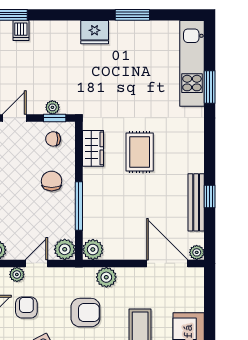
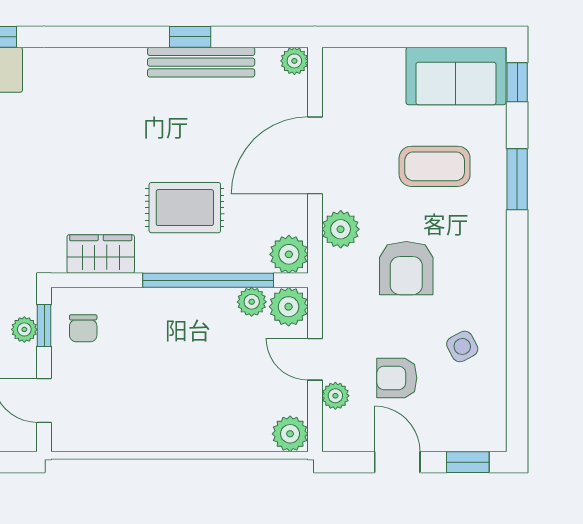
rug: (140, 152) -> (185, 208), moved
chair: (52, 181) -> (162, 331), removed
window: (79, 206) -> (208, 280), width x1.46
plant: (67, 230) -> (252, 302), added
door: (167, 263) -> (315, 155), moved
armchair: (85, 313) -> (406, 268), turned 180

